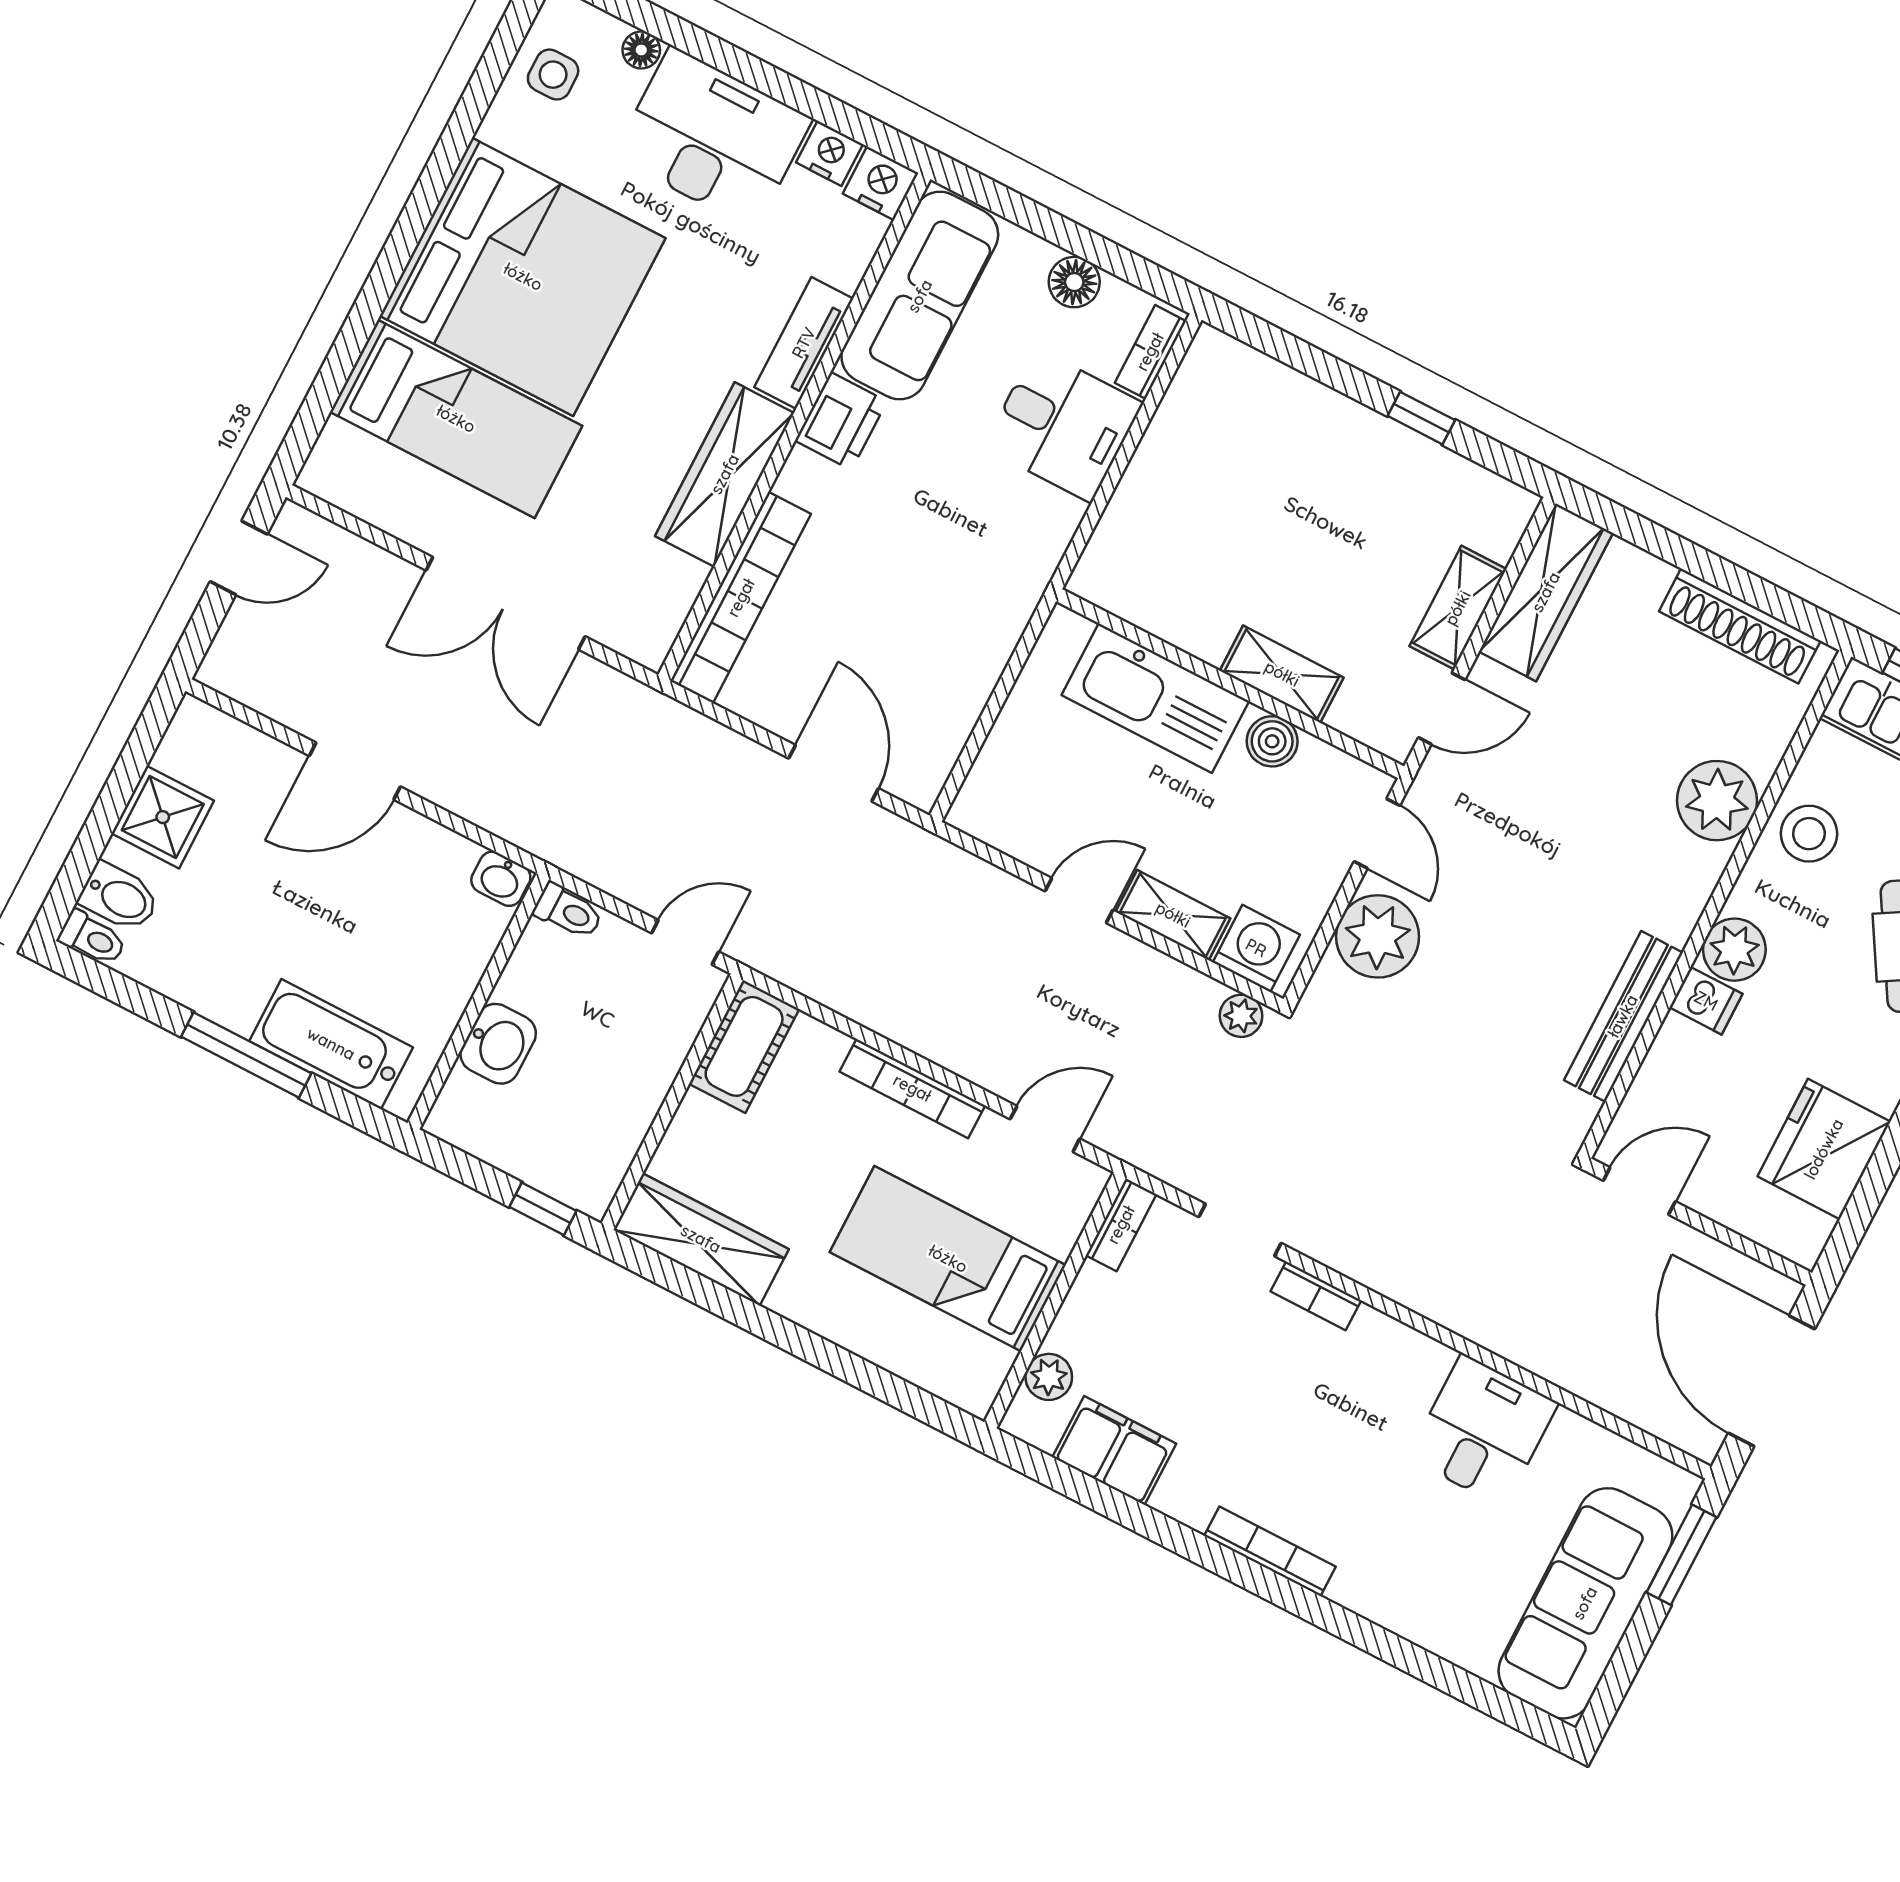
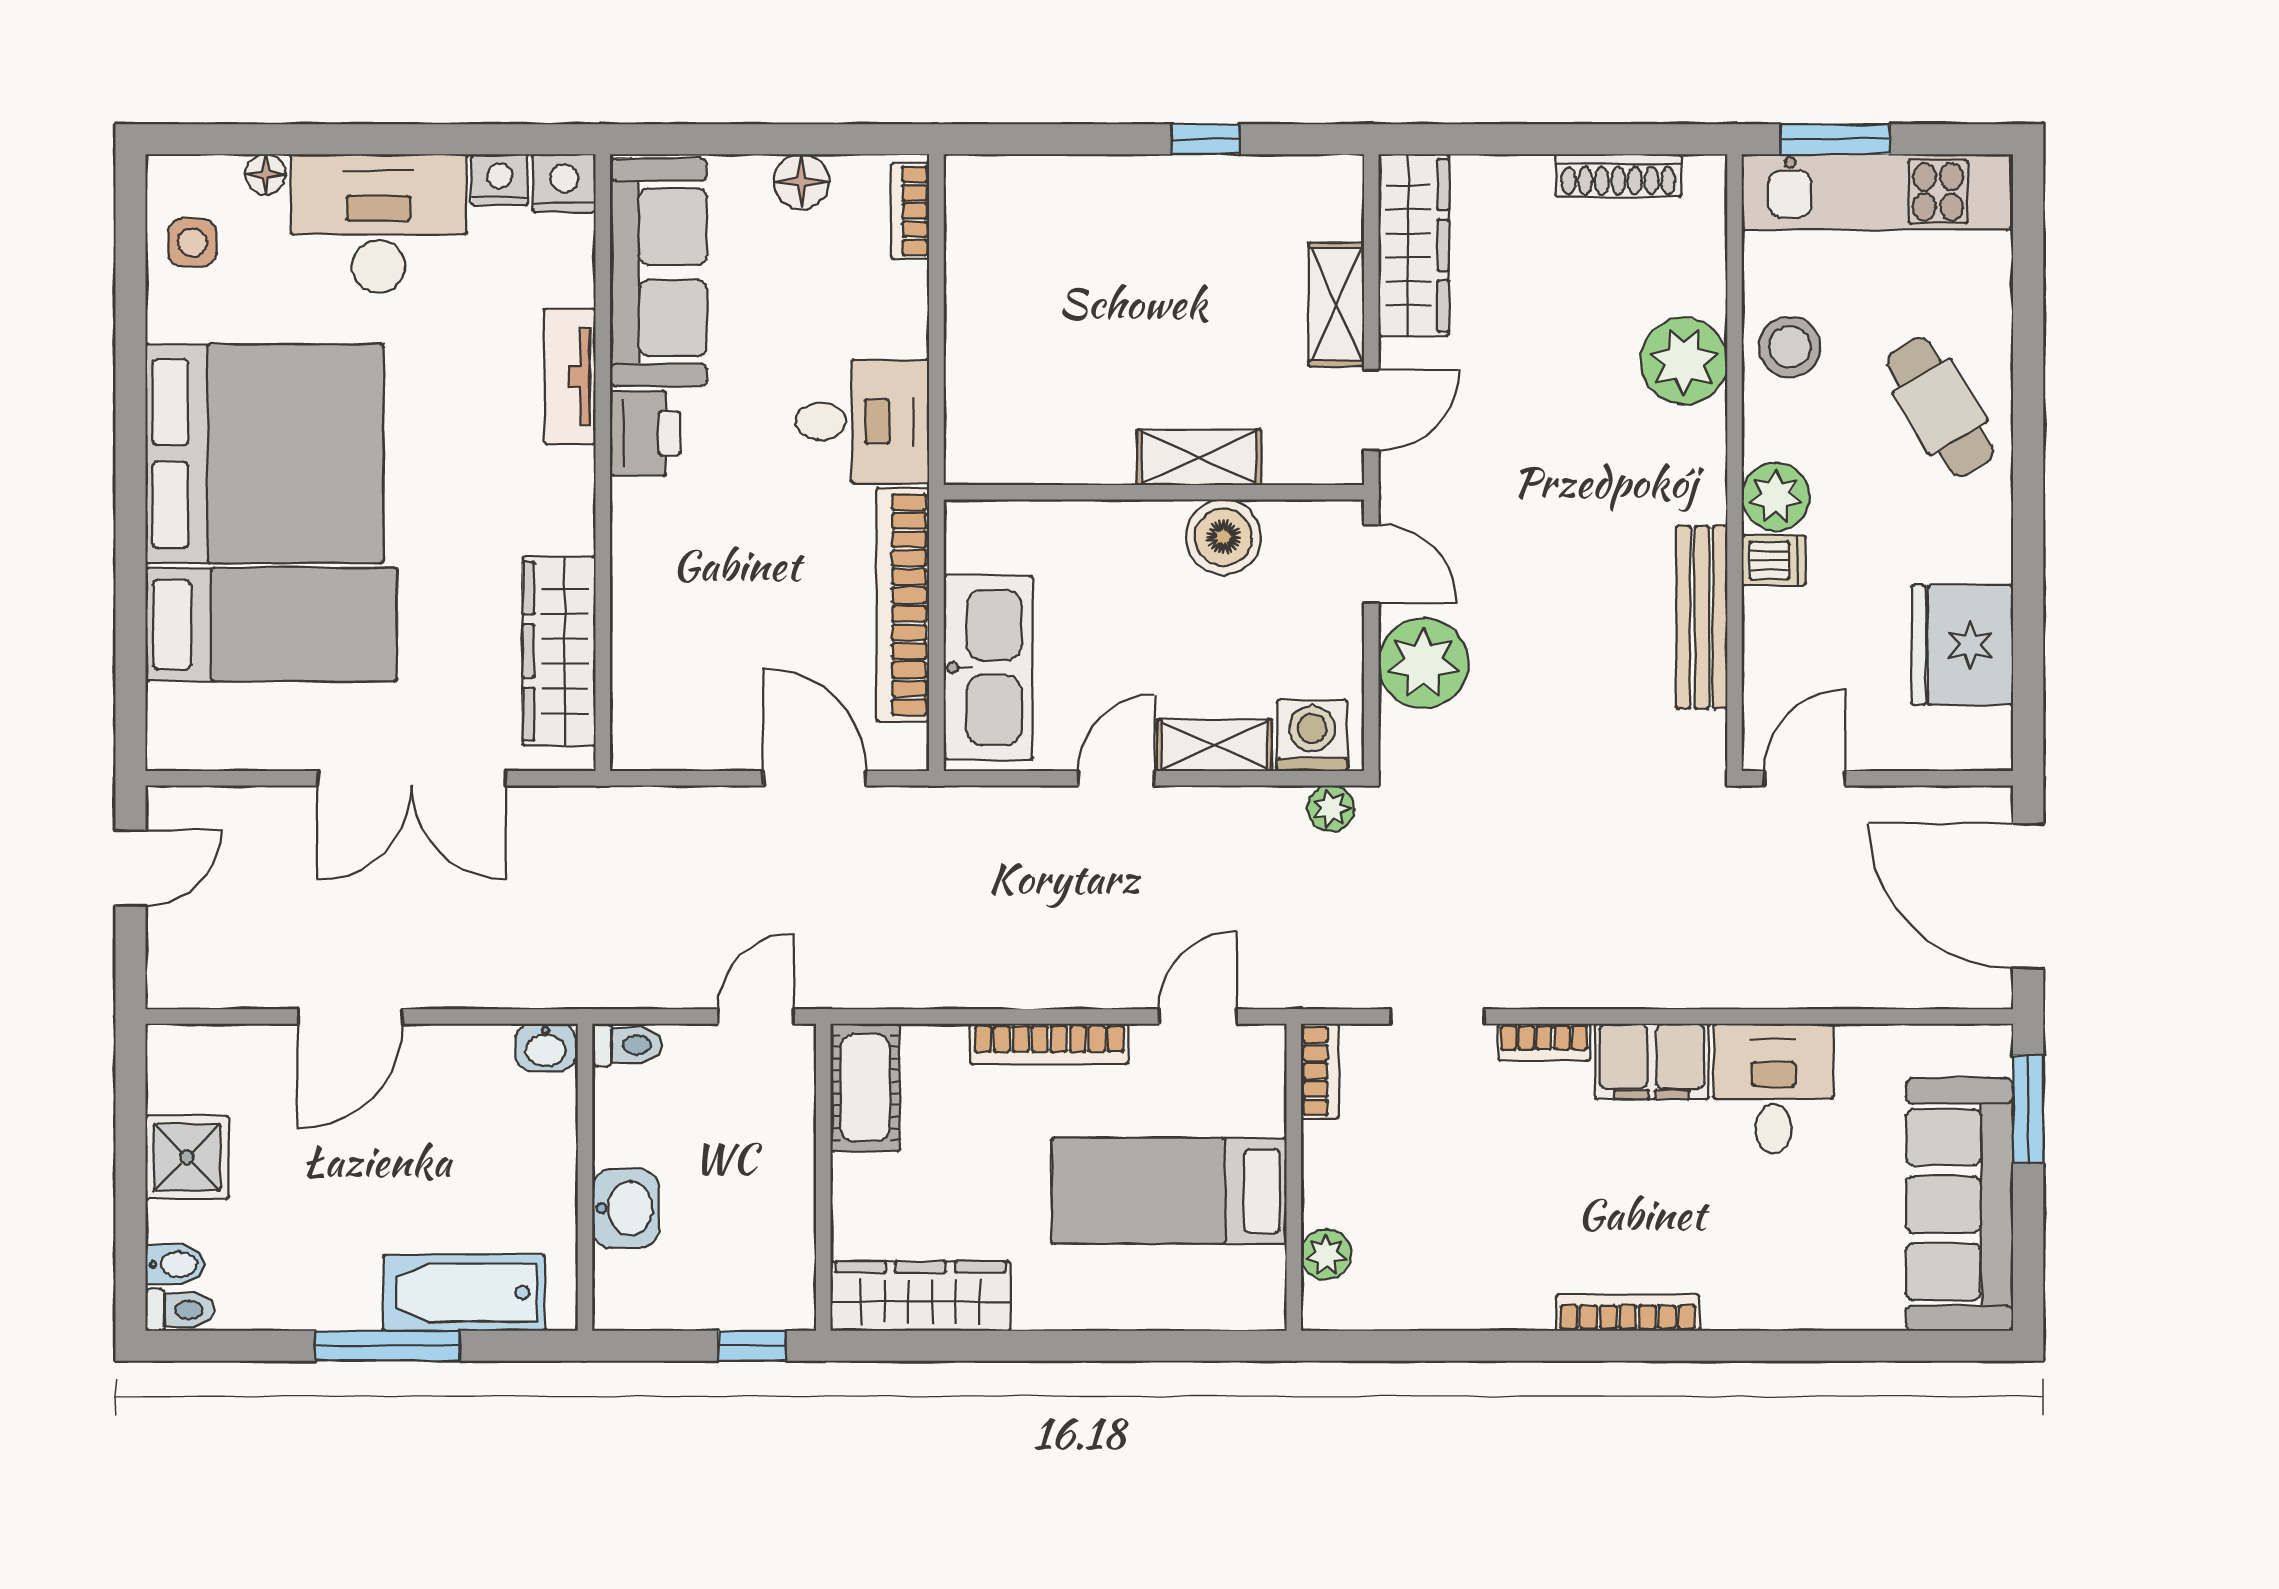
desk: (1063, 425) -> (862, 421), moved
wardrobe: (725, 474) -> (559, 651), moved
bookcase: (741, 598) -> (903, 605), moved, turned 180
shoe rack: (1740, 626) -> (1618, 175), width x0.74, depth x0.81
kitchen sink: (1155, 698) -> (988, 668), moved, turned -90
boiler: (1272, 741) -> (1223, 537), width x1.36, depth x1.36
bidet: (119, 897) -> (175, 1264), width x0.72, depth x0.74
filing cabinet: (1114, 1451) -> (1652, 1061), moved, turned 180

